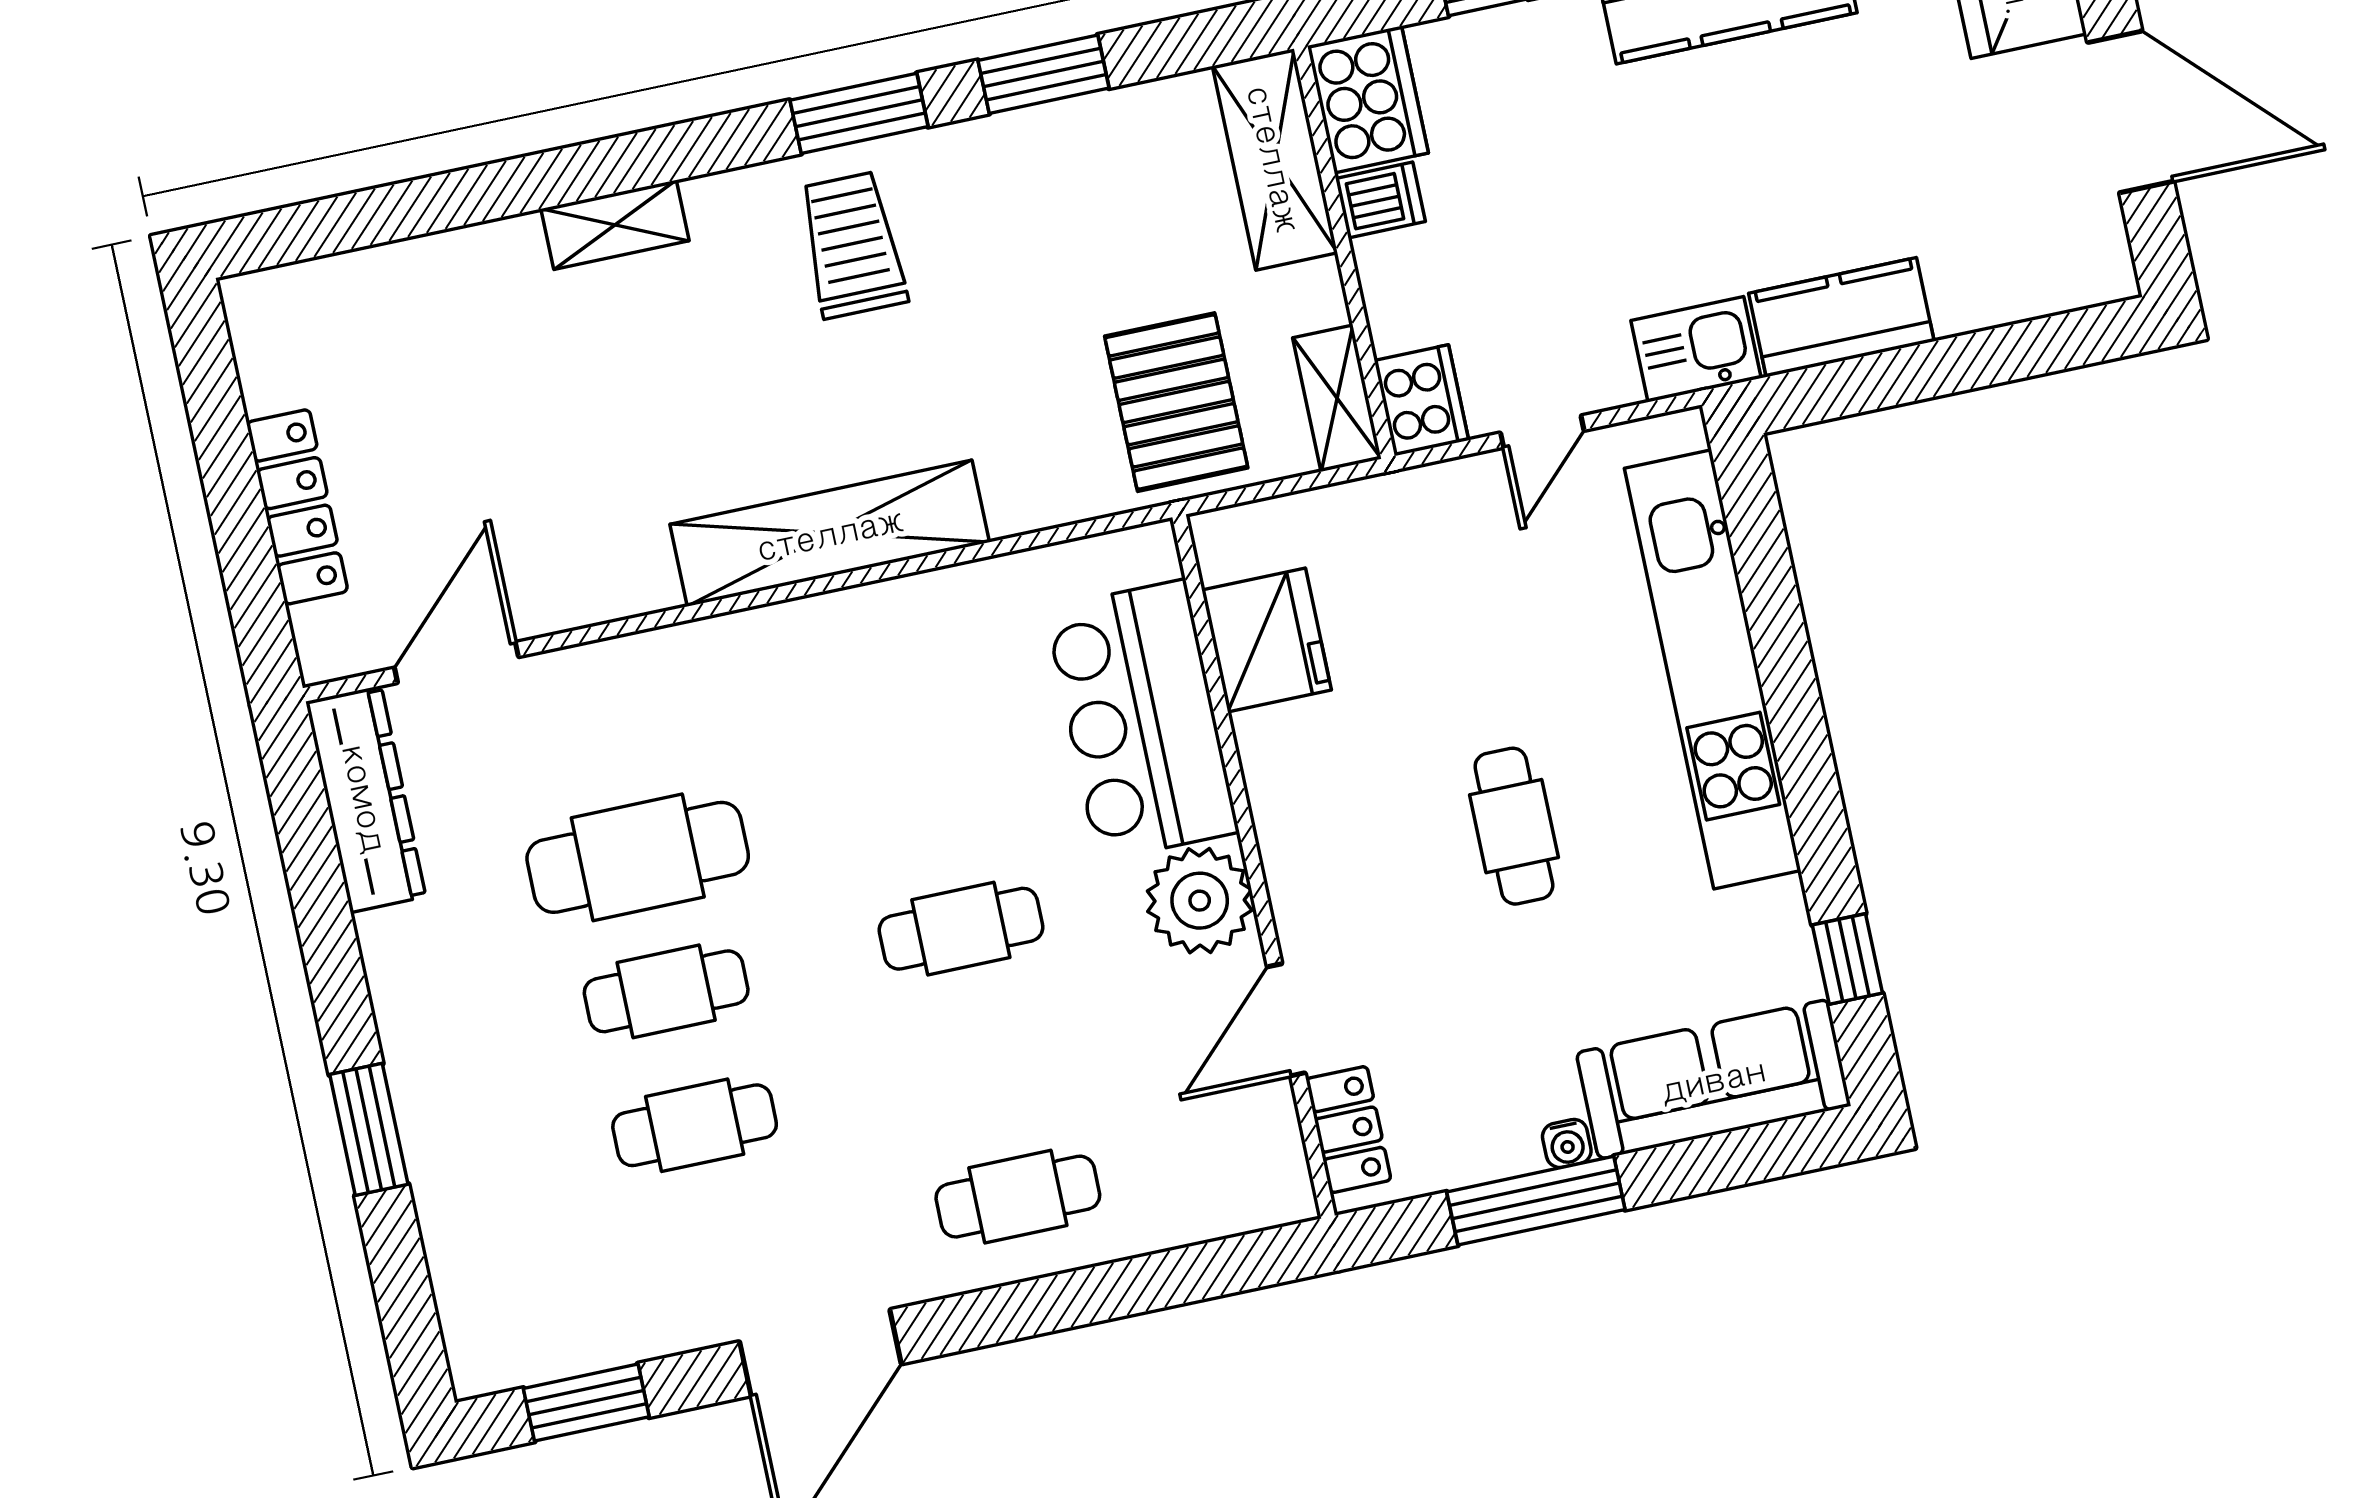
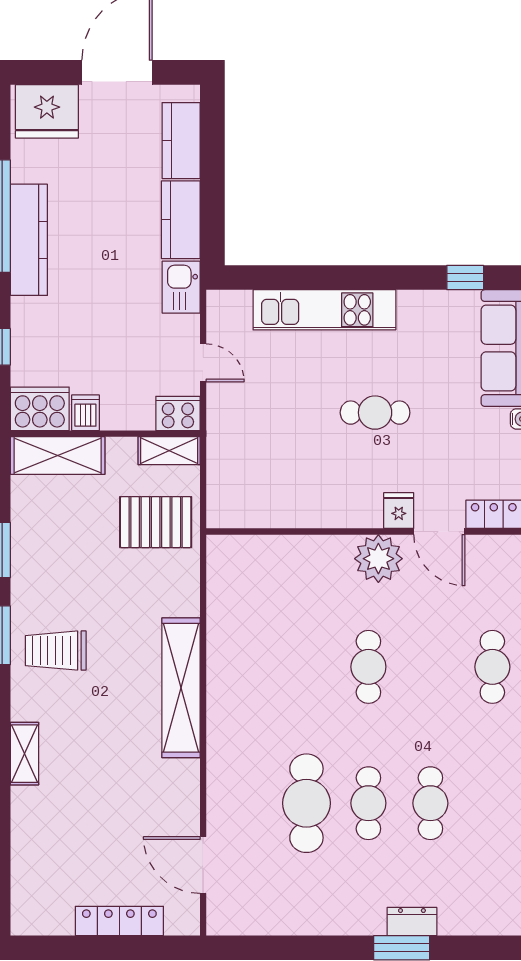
kitchen counter: (2013, 282) -> (181, 141), added
fridge: (1267, 640) -> (399, 511), moved, width x0.53, depth x0.75
kitchen unit: (1713, 669) -> (324, 310), width x0.73
bar counter: (1142, 720) -> (293, 567), removed
dresser: (366, 799) -> (412, 921), moved, width x0.51, depth x0.80

